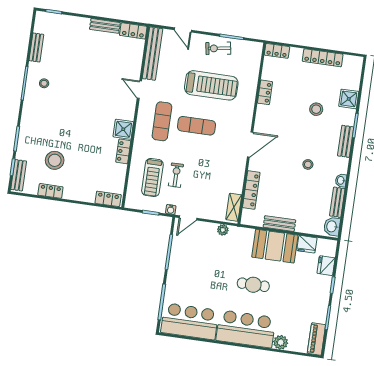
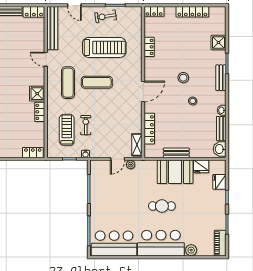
stool: (316, 109) -> (183, 78), moved
treadmill: (152, 177) -> (67, 130), turned 180
door: (188, 218) -> (118, 159), moved

